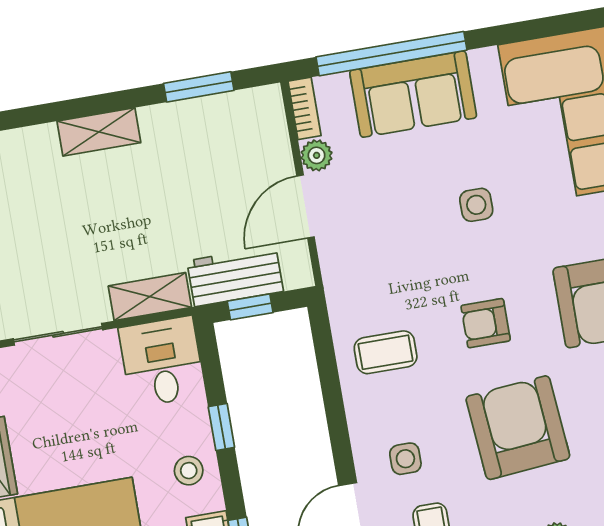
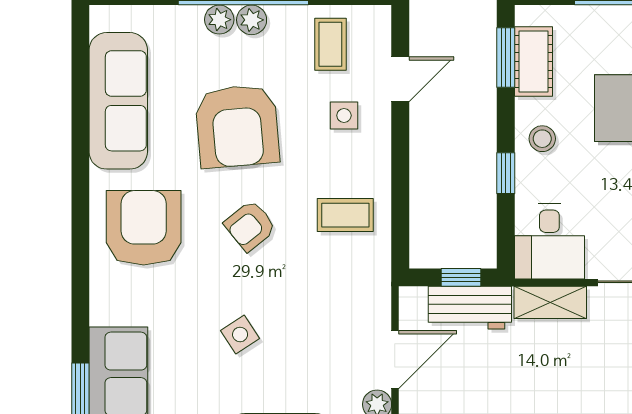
side table: (476, 205) -> (240, 334), turned -33
armchair: (486, 323) -> (250, 226), turned 141

